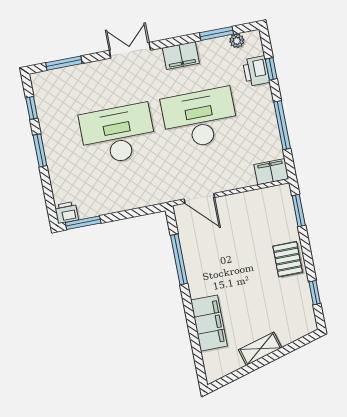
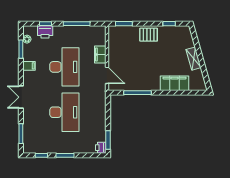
filing cabinet: (181, 56) -> (29, 66), width x0.50
desk: (200, 118) -> (64, 67), turned 180
desk: (118, 134) -> (64, 112), turned 180
filing cabinet: (271, 172) -> (100, 54), moved
door: (199, 198) -> (107, 75), hinge flipped

